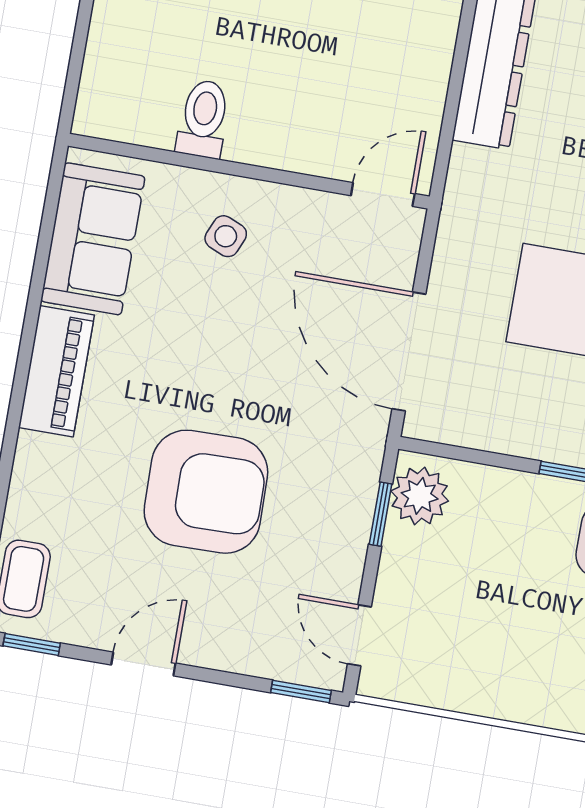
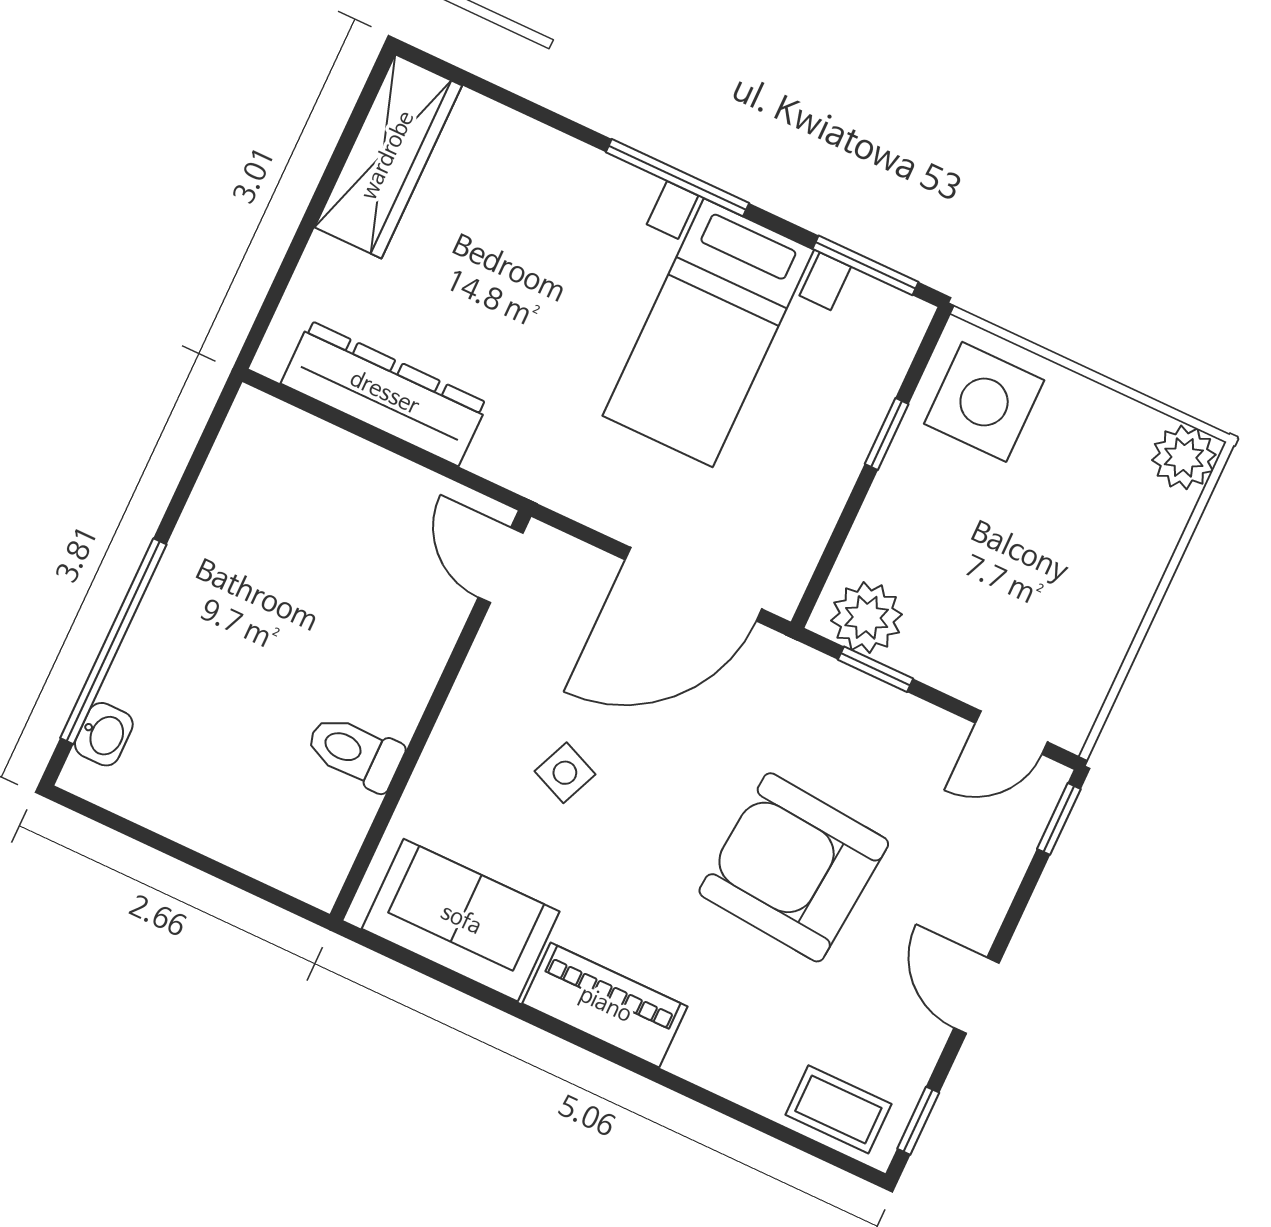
side table: (226, 236) -> (565, 773), moved
armchair: (206, 492) -> (794, 867), turned -84

